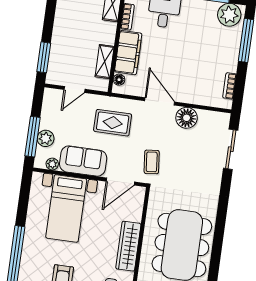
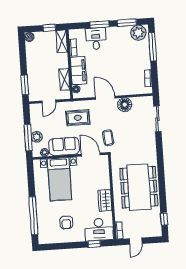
door: (120, 182) -> (91, 155), swing flipped
wardrobe: (128, 246) -> (105, 200), width x0.67

